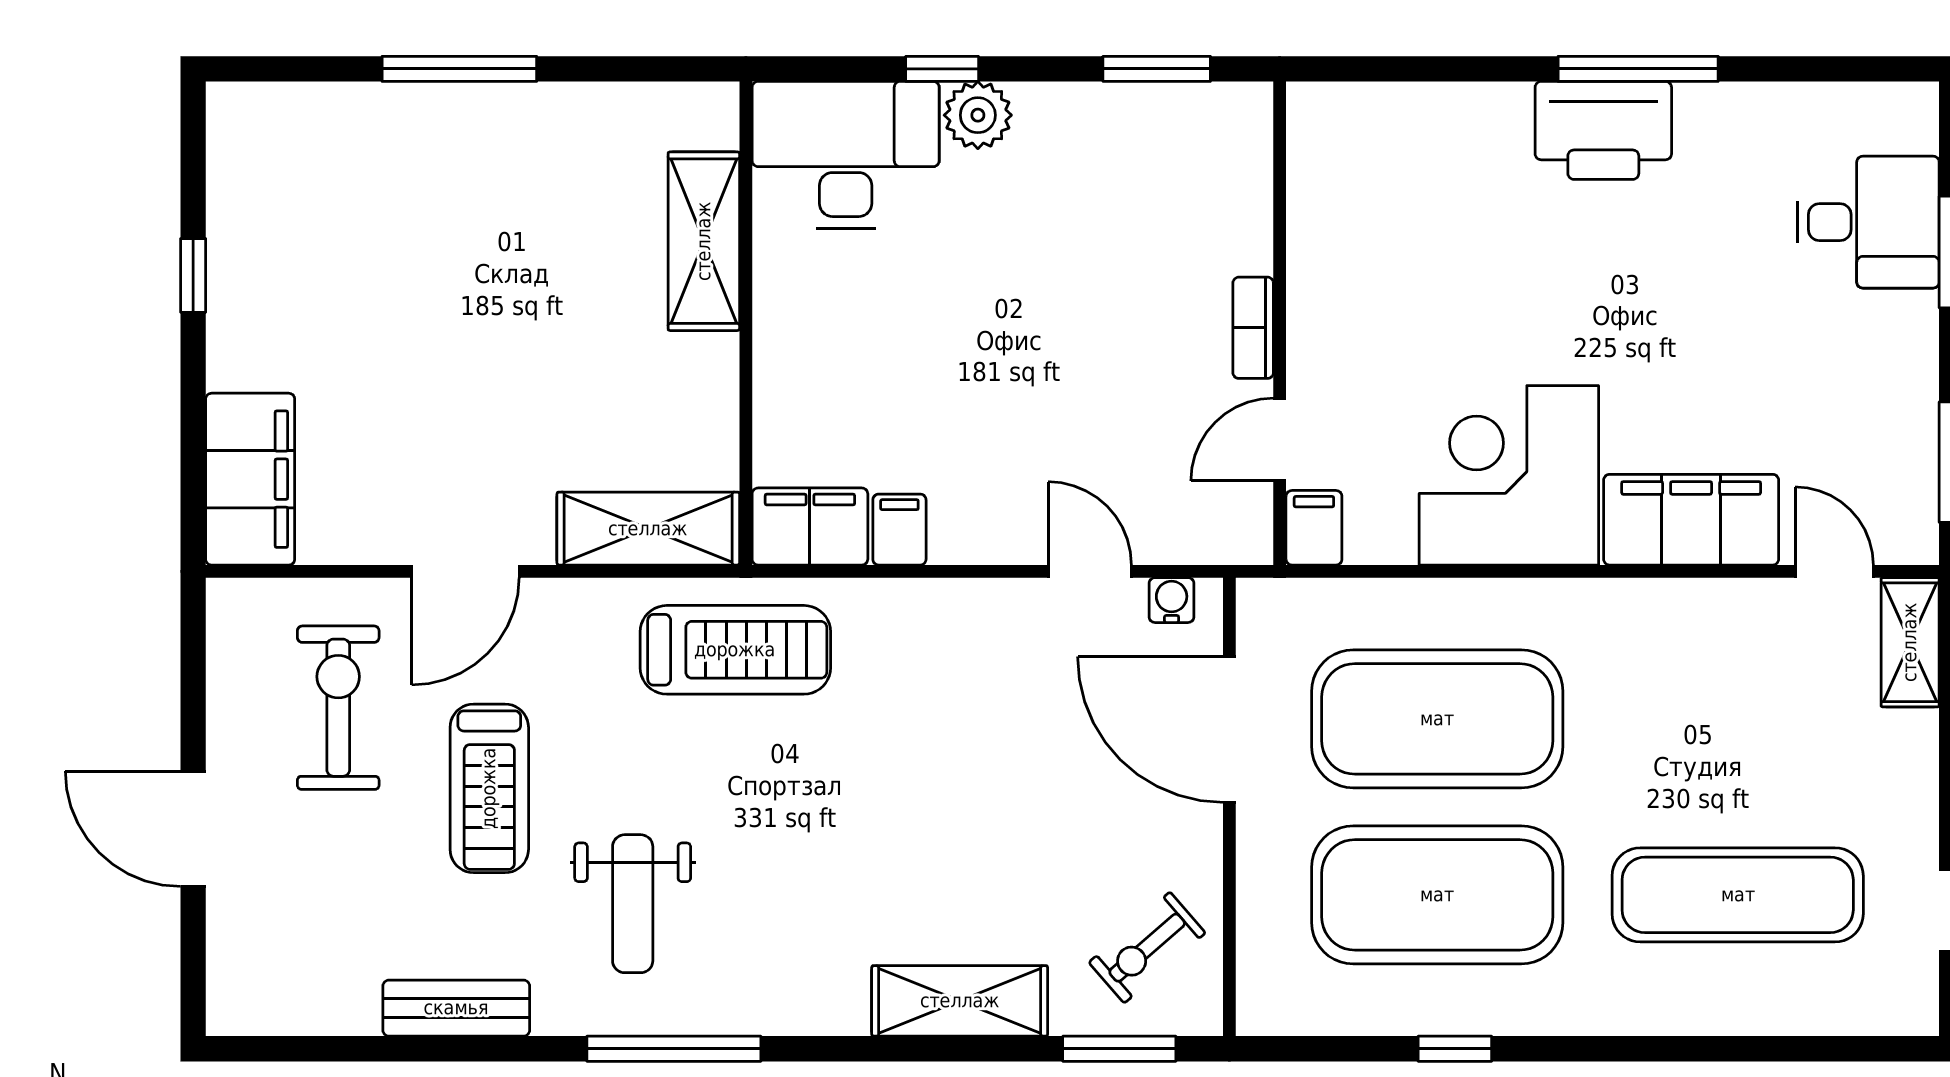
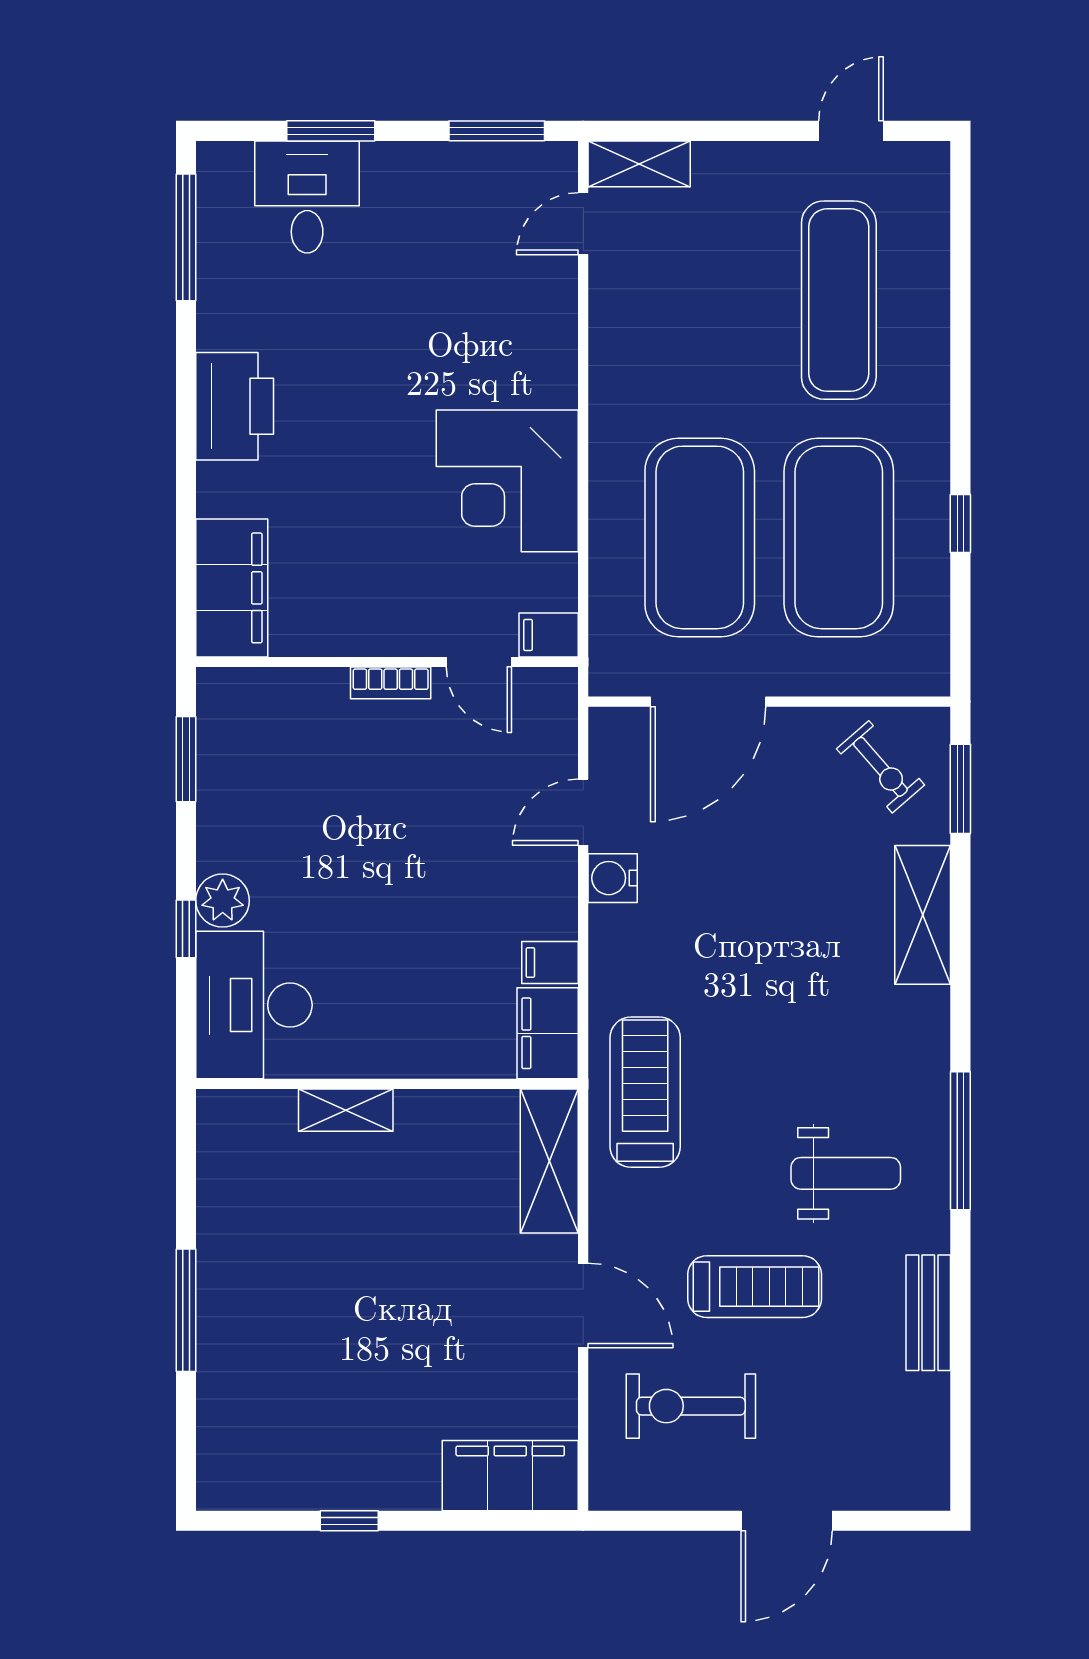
window: (1638, 69) -> (186, 237), moved
shelving: (704, 241) -> (346, 1110), width x0.67, depth x0.75
filing cabinet: (1691, 520) -> (232, 588), moved, turned 180
water cooler: (1172, 600) -> (613, 878), moved, width x1.38, depth x1.38

